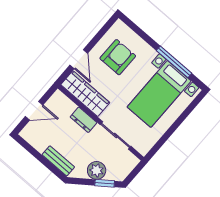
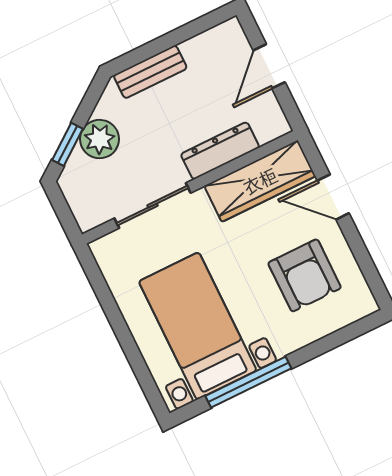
dresser: (84, 120) -> (220, 151), width x1.44

